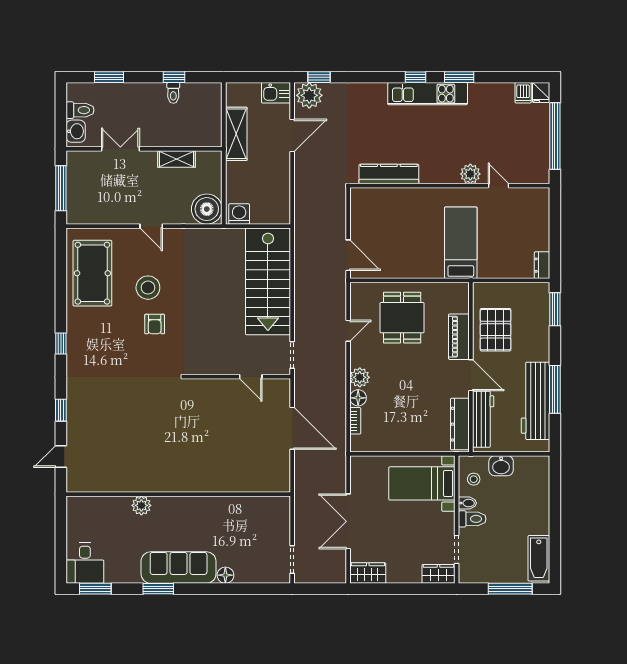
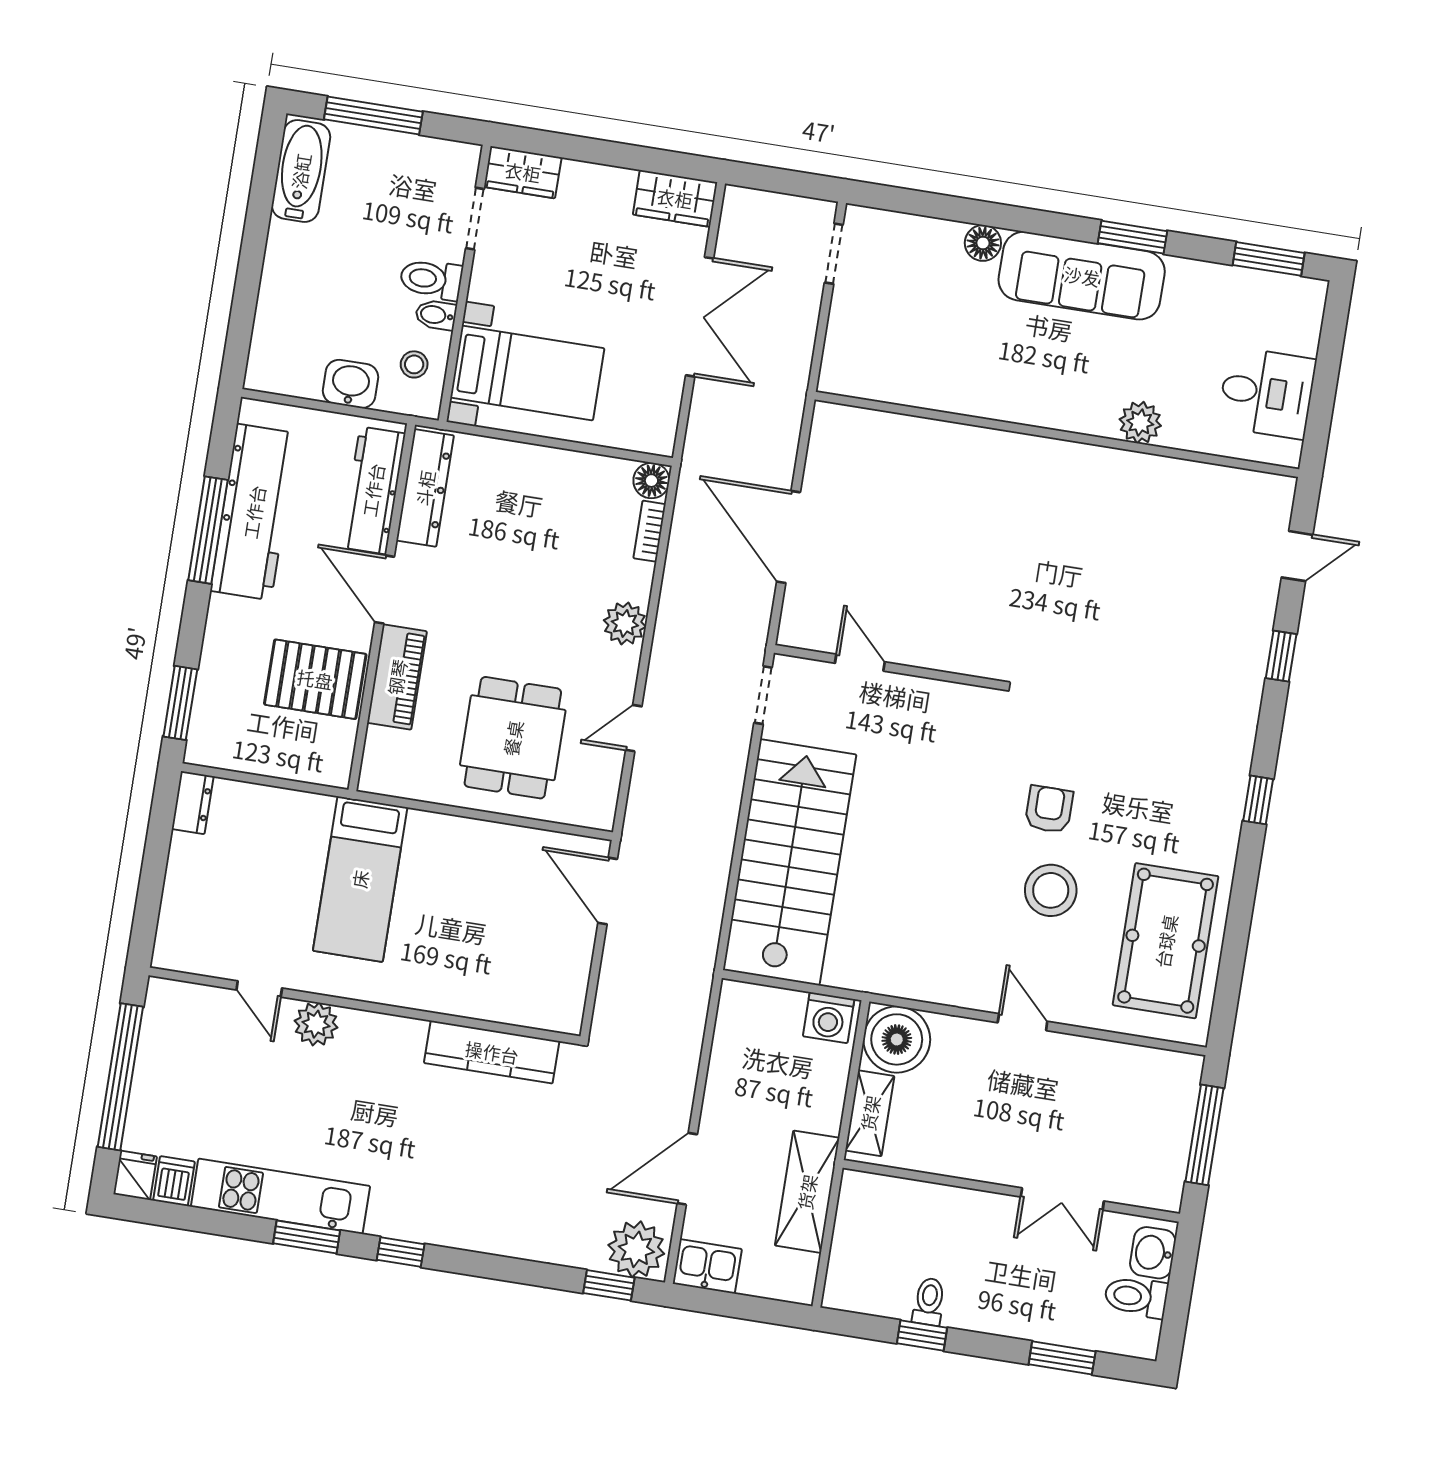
kitchen unit: (428, 94) -> (280, 1196), moved
shelving: (177, 159) -> (870, 1113), moved, turned 90
pallet: (496, 330) -> (315, 679), turned 90
floor lamp: (358, 398) -> (651, 481), moved
desk: (85, 563) -> (1267, 393), moved, turned 90

